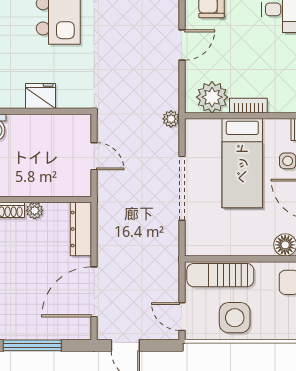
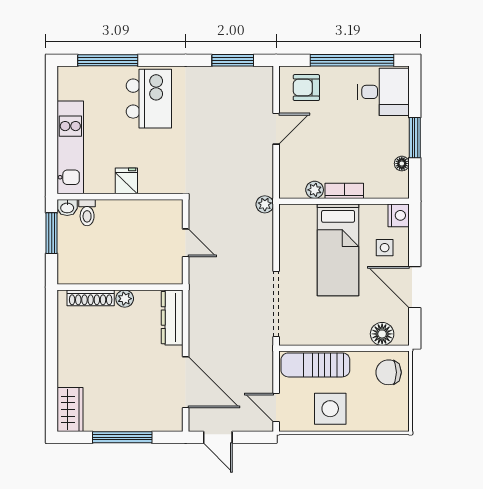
fridge: (40, 96) -> (126, 181), width x0.72
plant: (212, 97) -> (315, 190), width x0.53, depth x0.53
doorway: (182, 188) -> (276, 304), moved
door: (94, 292) -> (186, 382), swing flipped

